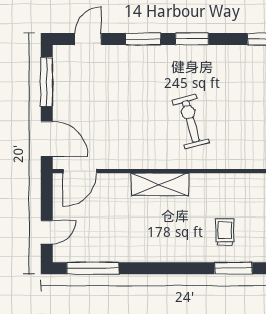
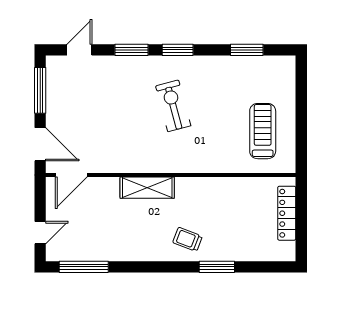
exercise bike: (191, 121) -> (173, 106), moved
trolley: (225, 232) -> (188, 239), moved, turned -69

